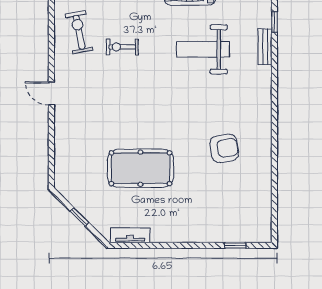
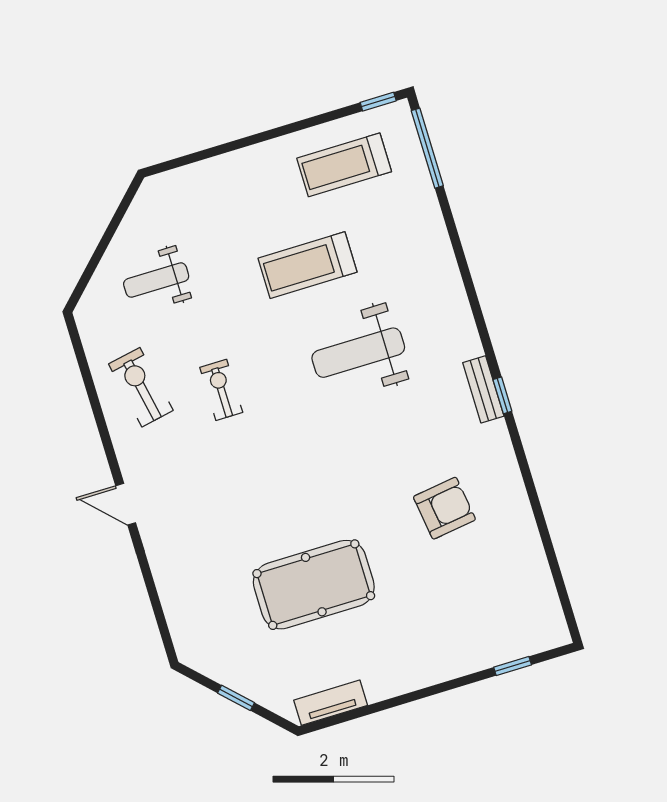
window: (274, 22) -> (502, 395), moved
exercise bike: (122, 47) -> (221, 390), turned 90
bench: (265, 47) -> (483, 389), moved

